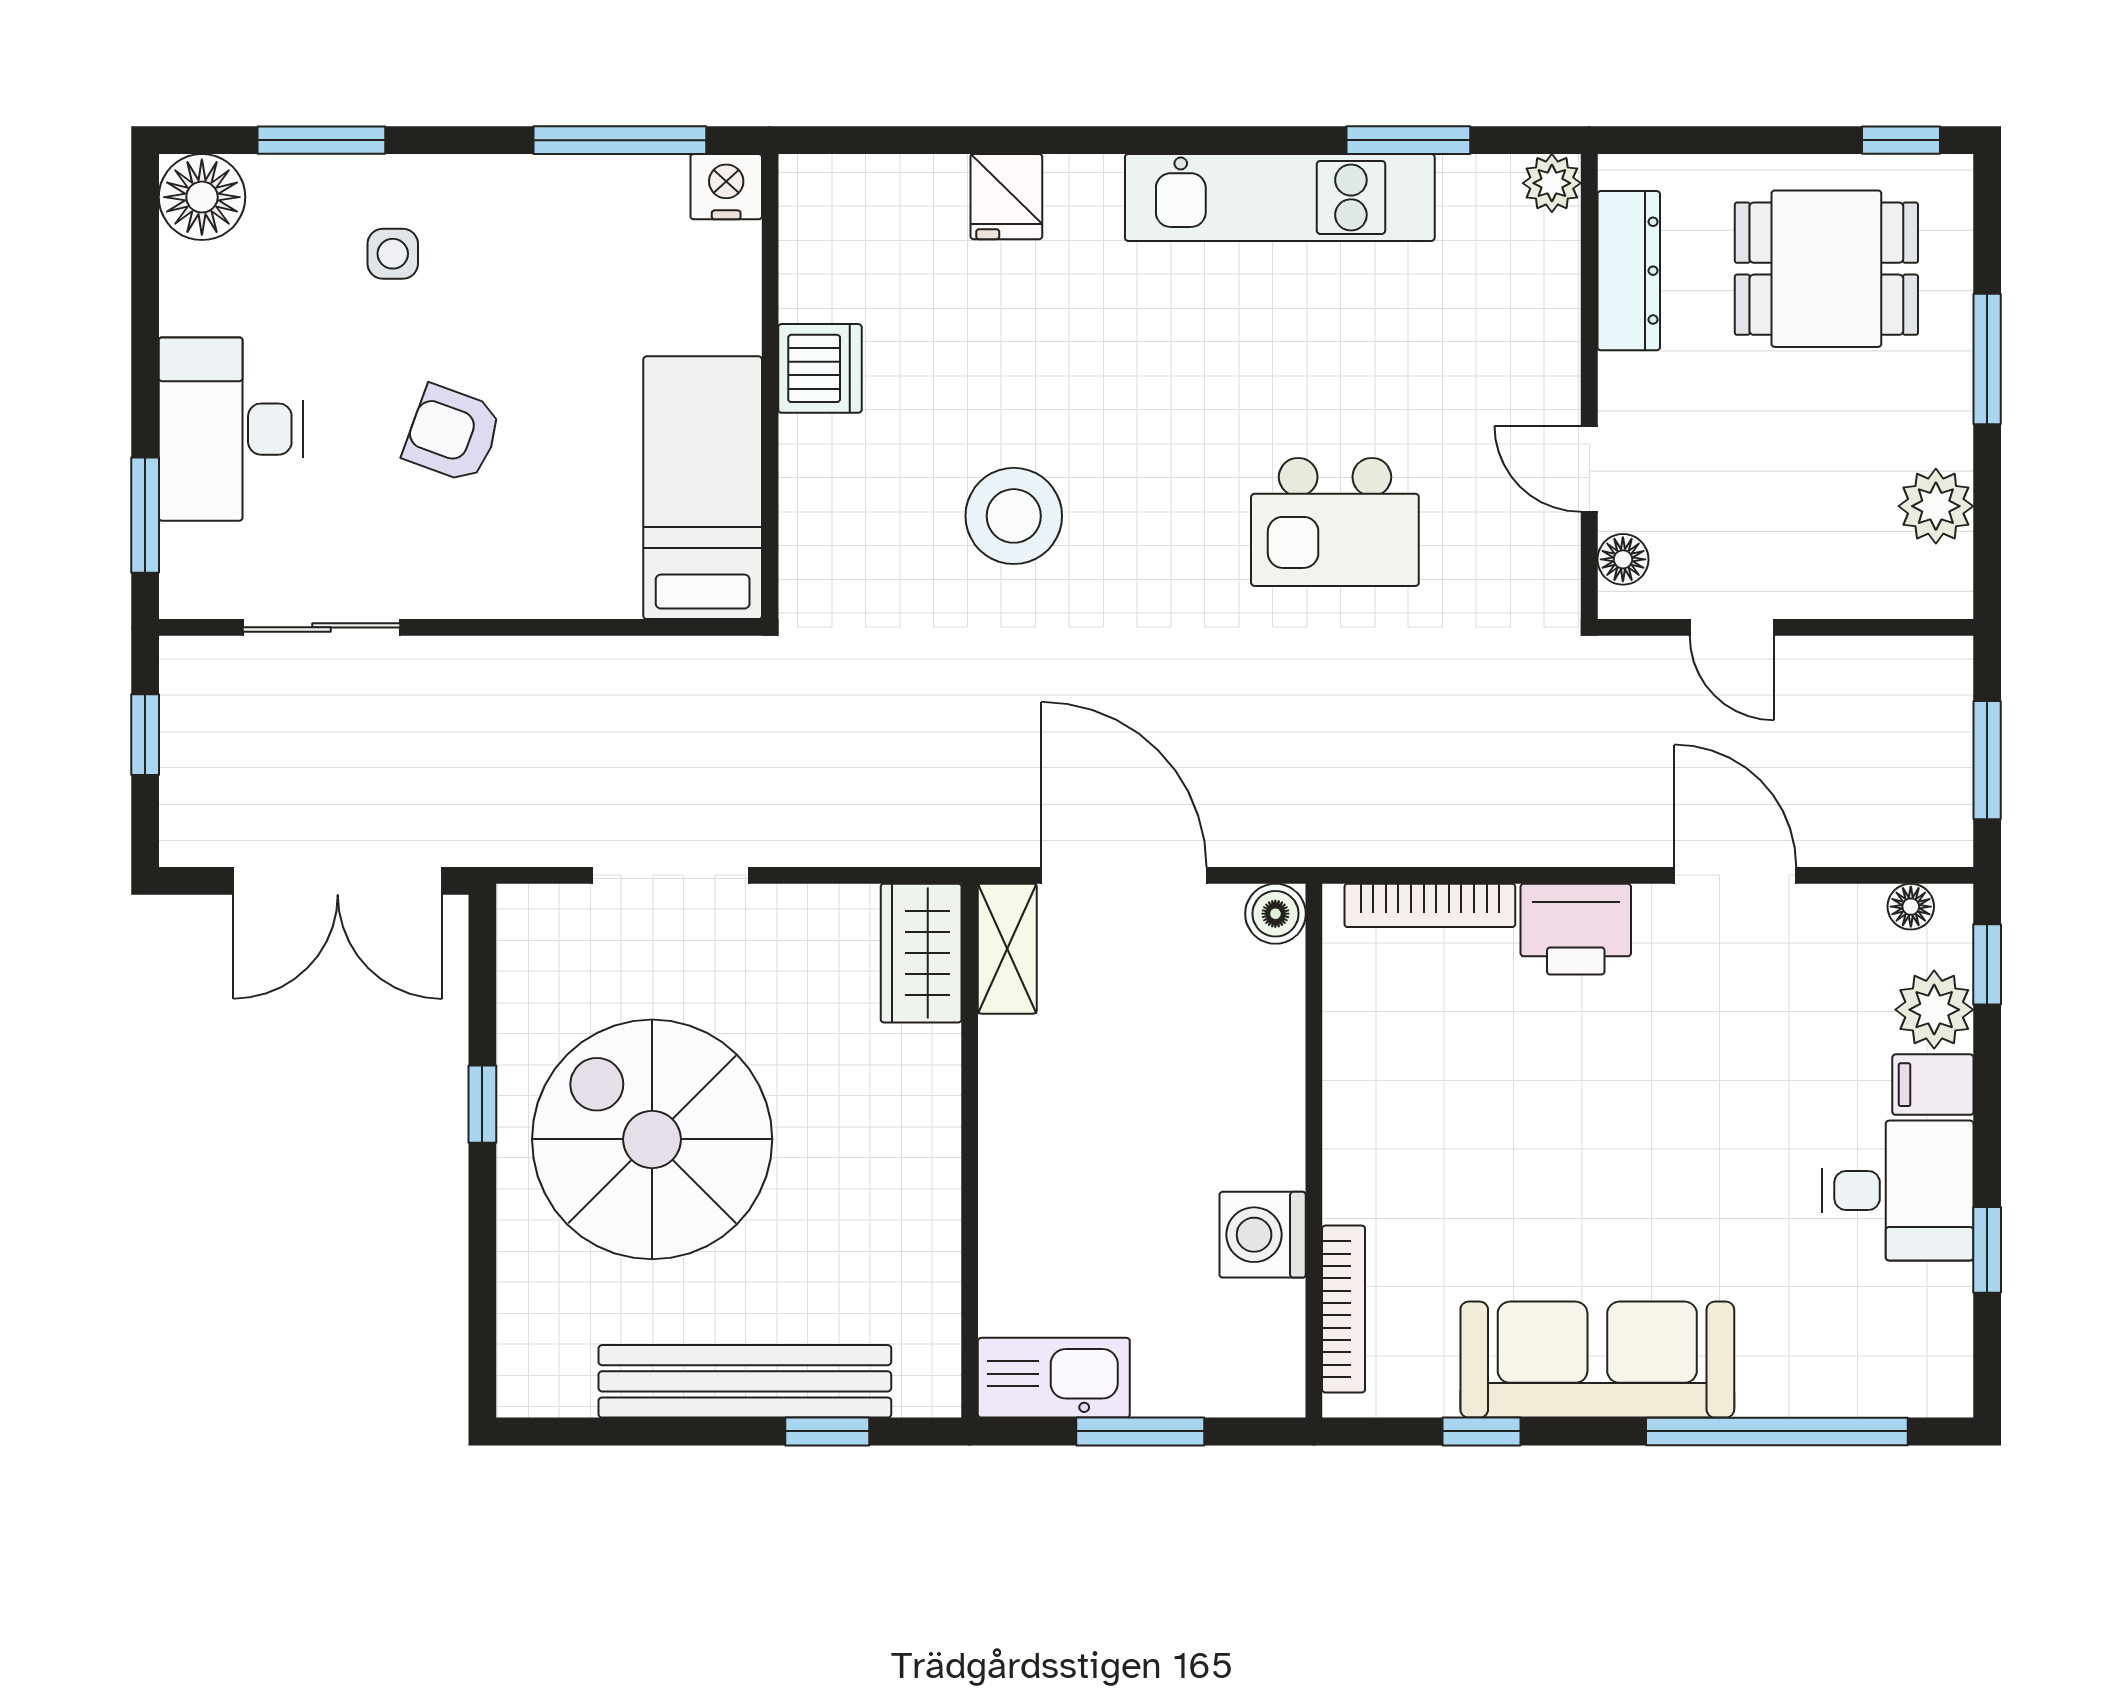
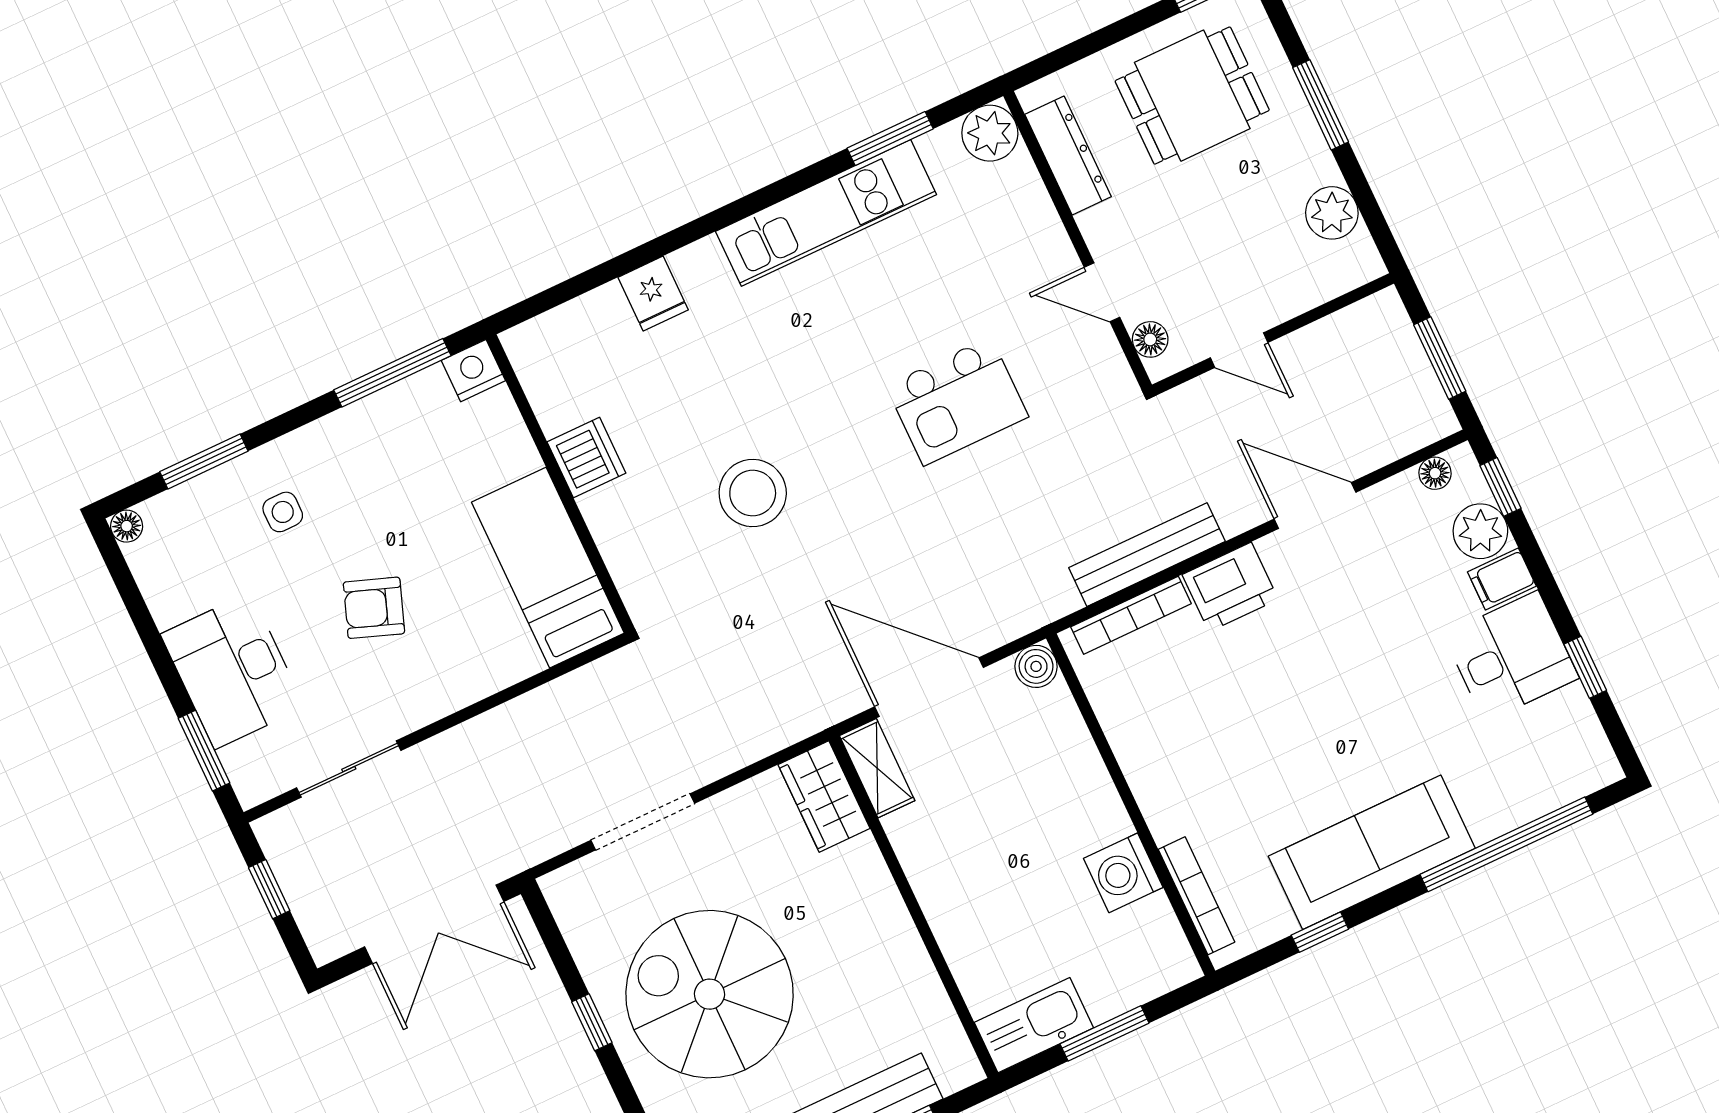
plant: (1552, 183) -> (990, 133), width x1.38, depth x1.38
floor lamp: (202, 197) -> (127, 526), width x0.53, depth x0.53
bench: (1488, 836) -> (1147, 555), added

